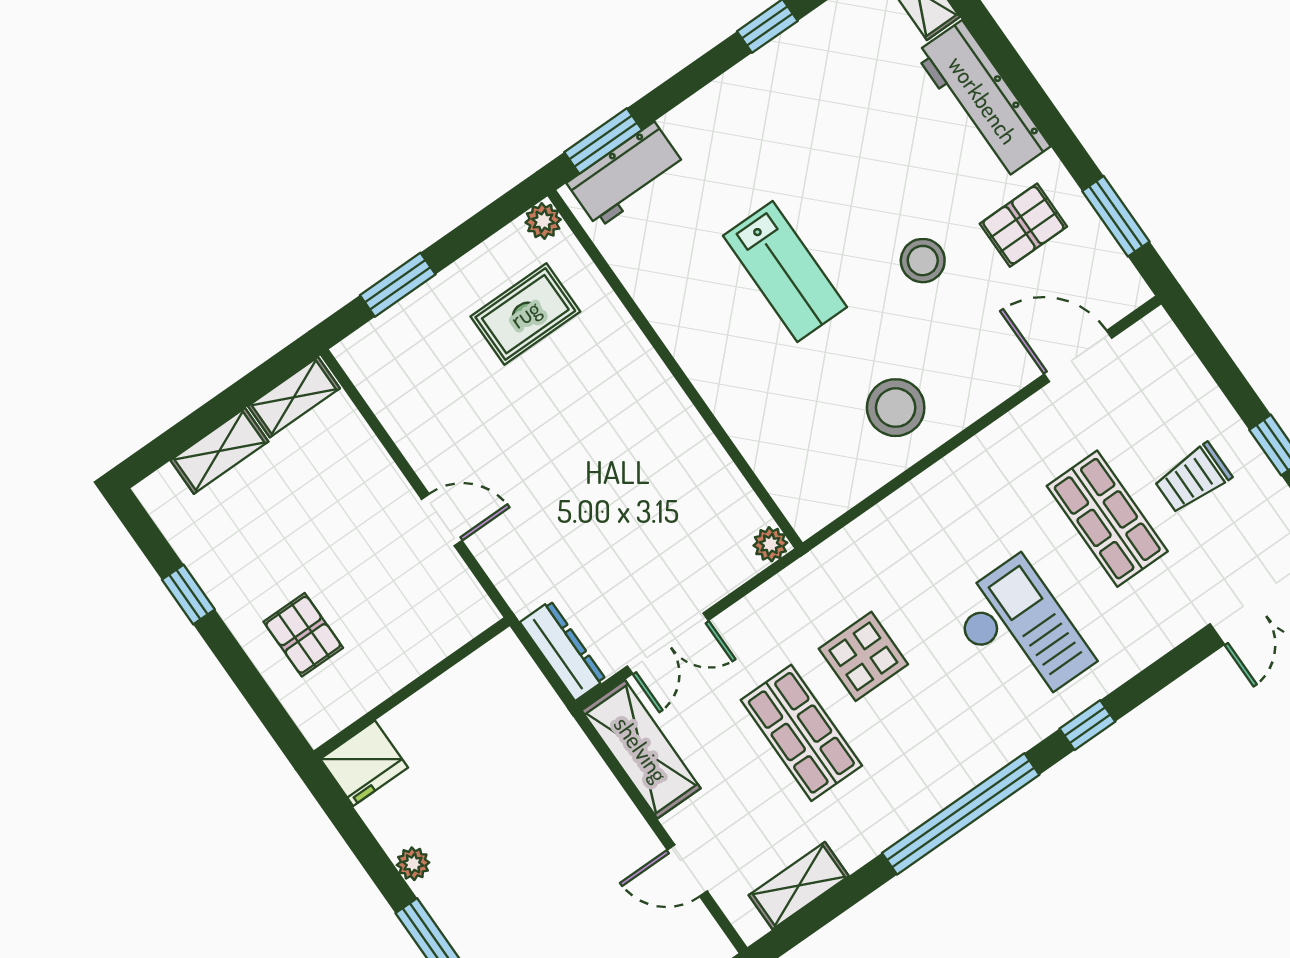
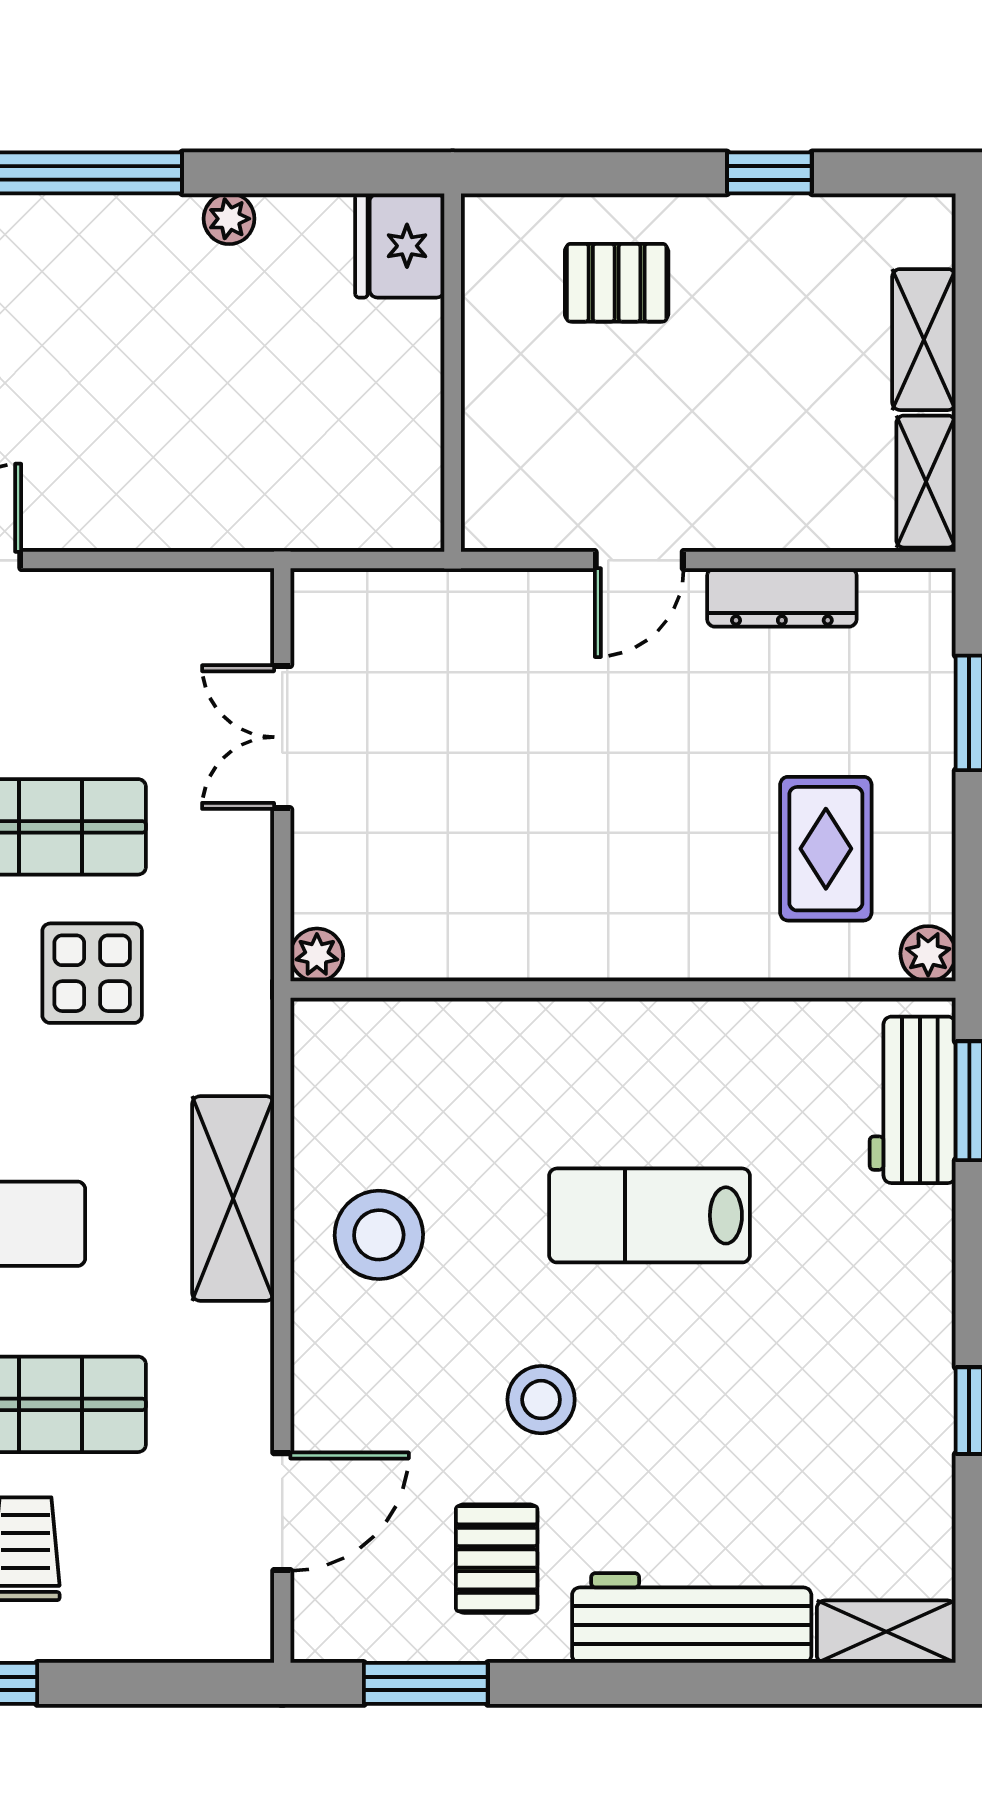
dresser: (563, 651) -> (782, 597), moved
shelving: (641, 749) -> (233, 1198), moved, turned 90

